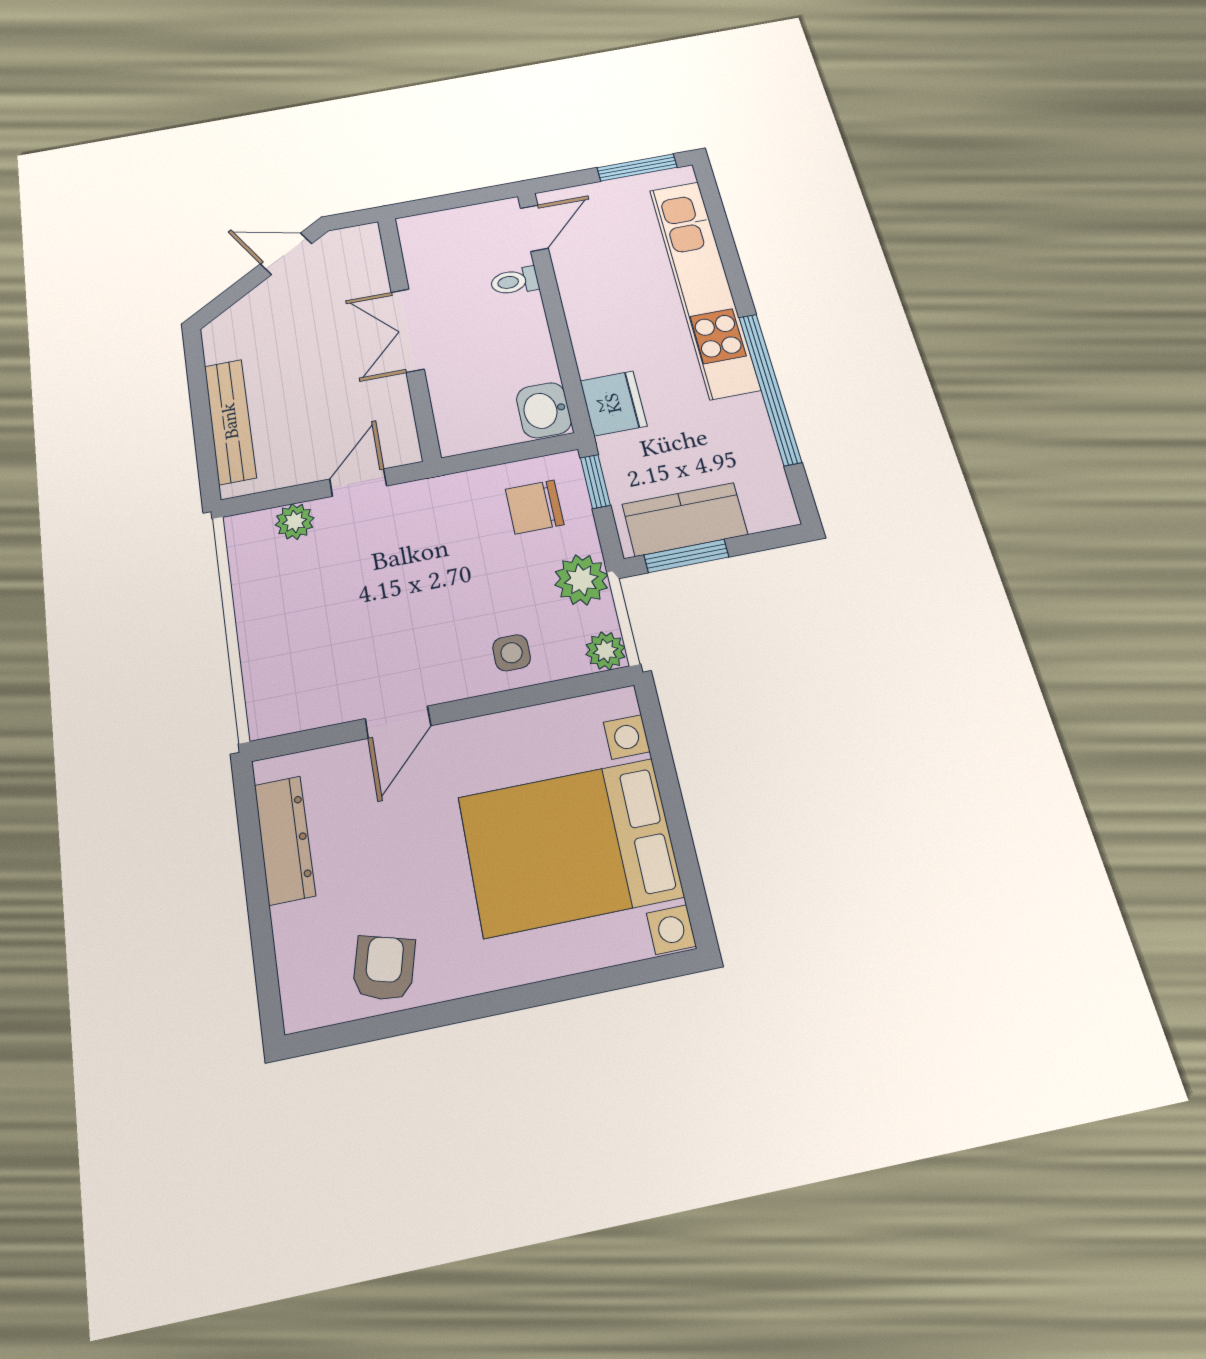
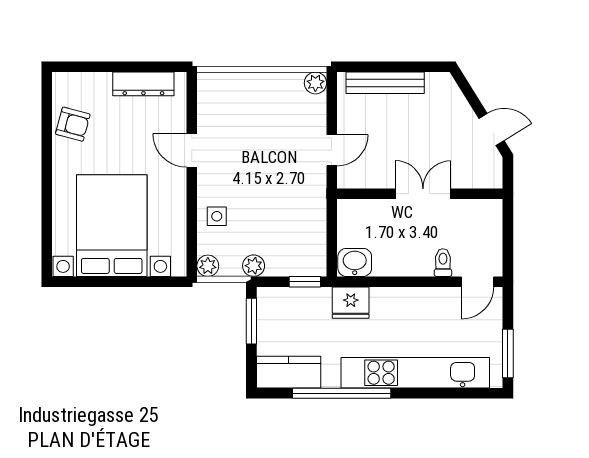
door: (534, 228) -> (478, 282), hinge flipped
door: (286, 254) -> (491, 129), hinge flipped
door: (358, 483) -> (332, 150), hinge flipped
chair: (535, 507) -> (297, 245), removed
kitchen counter: (685, 519) -> (289, 372), moved, turned -90
plant: (295, 522) -> (315, 83), moved
plant: (581, 580) -> (254, 266), width x0.73, depth x0.73

